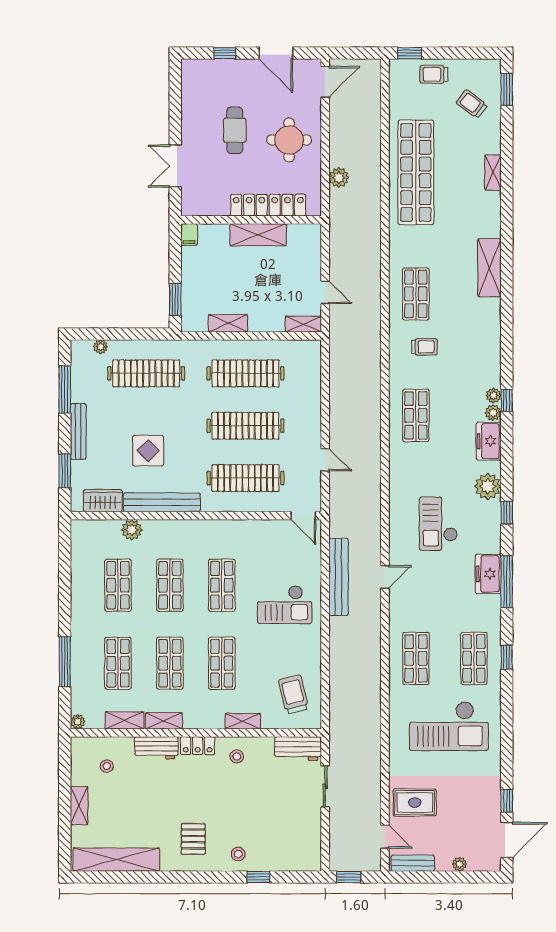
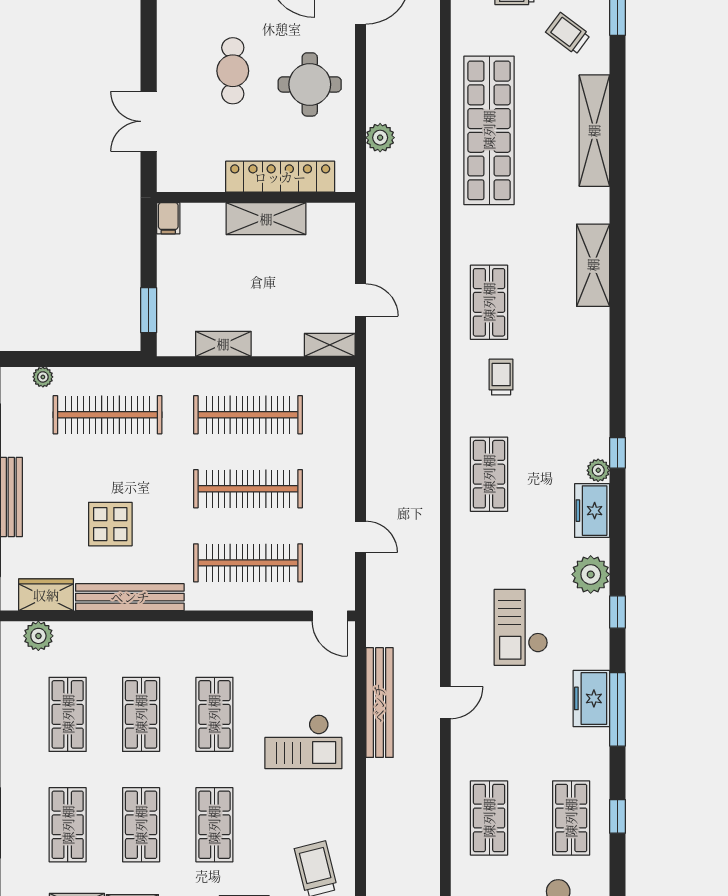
shelving: (493, 173) -> (594, 131), width x2.20, depth x1.33
trolley: (424, 347) -> (501, 377), turned -90
plant: (493, 396) -> (599, 446), removed
plant: (132, 530) -> (38, 636), moved

